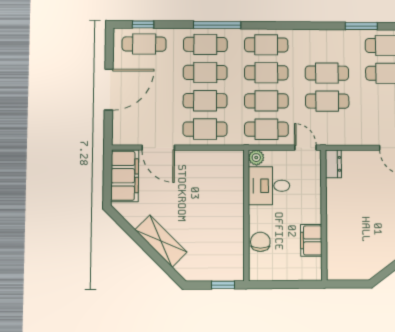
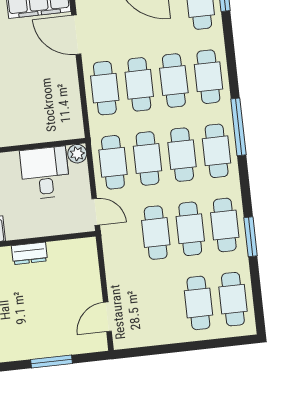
window: (217, 25) -> (238, 127), moved
window: (361, 26) -> (251, 237), moved
cafe table: (327, 45) -> (225, 225), added
door: (158, 148) -> (76, 35), hinge flipped
door: (305, 148) -> (96, 212), hinge flipped
dresser: (333, 164) -> (29, 253), moved

